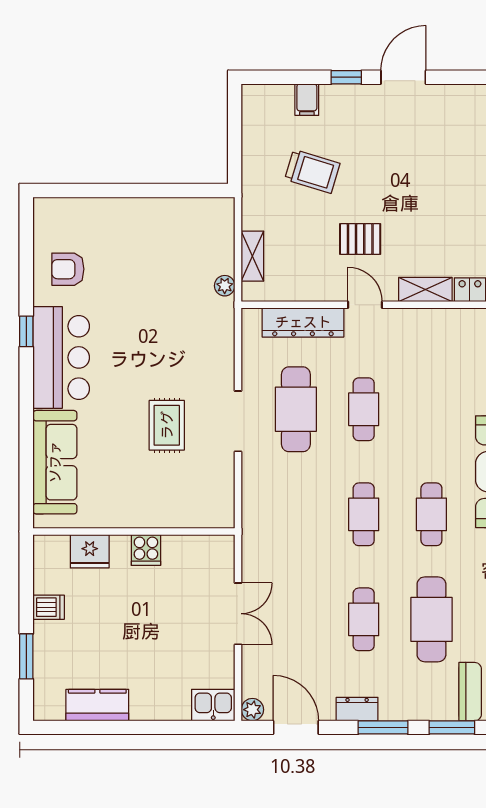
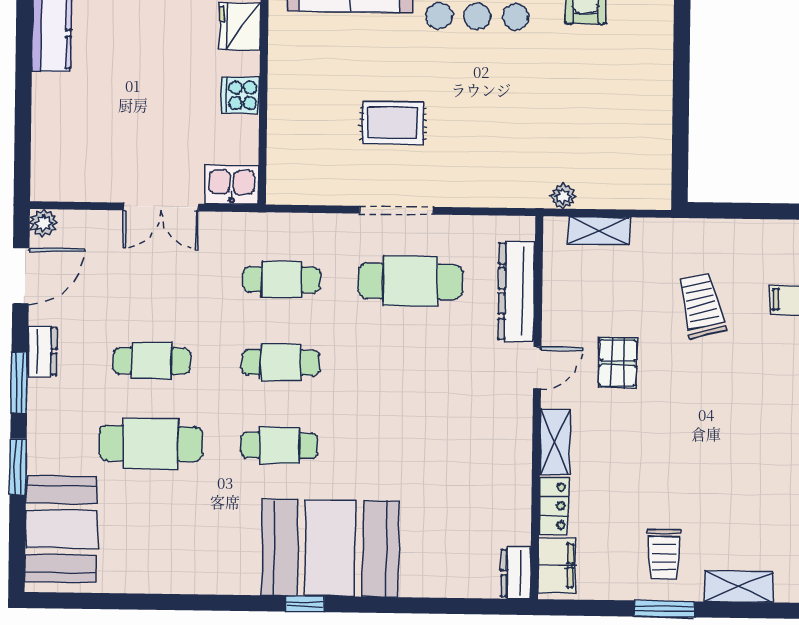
trolley: (312, 171) -> (701, 305), turned 149
cafe table: (364, 409) -> (282, 279), moved
kitchen sink: (213, 705) -> (232, 185), moved, turned -90

